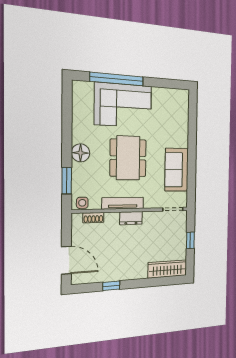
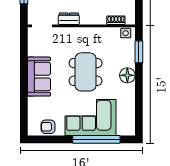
armchair: (169, 98) -> (48, 127), added
sofa: (177, 170) -> (39, 77), moved
tv unit: (123, 203) -> (90, 32), removed
dresser: (131, 218) -> (69, 19), moved

